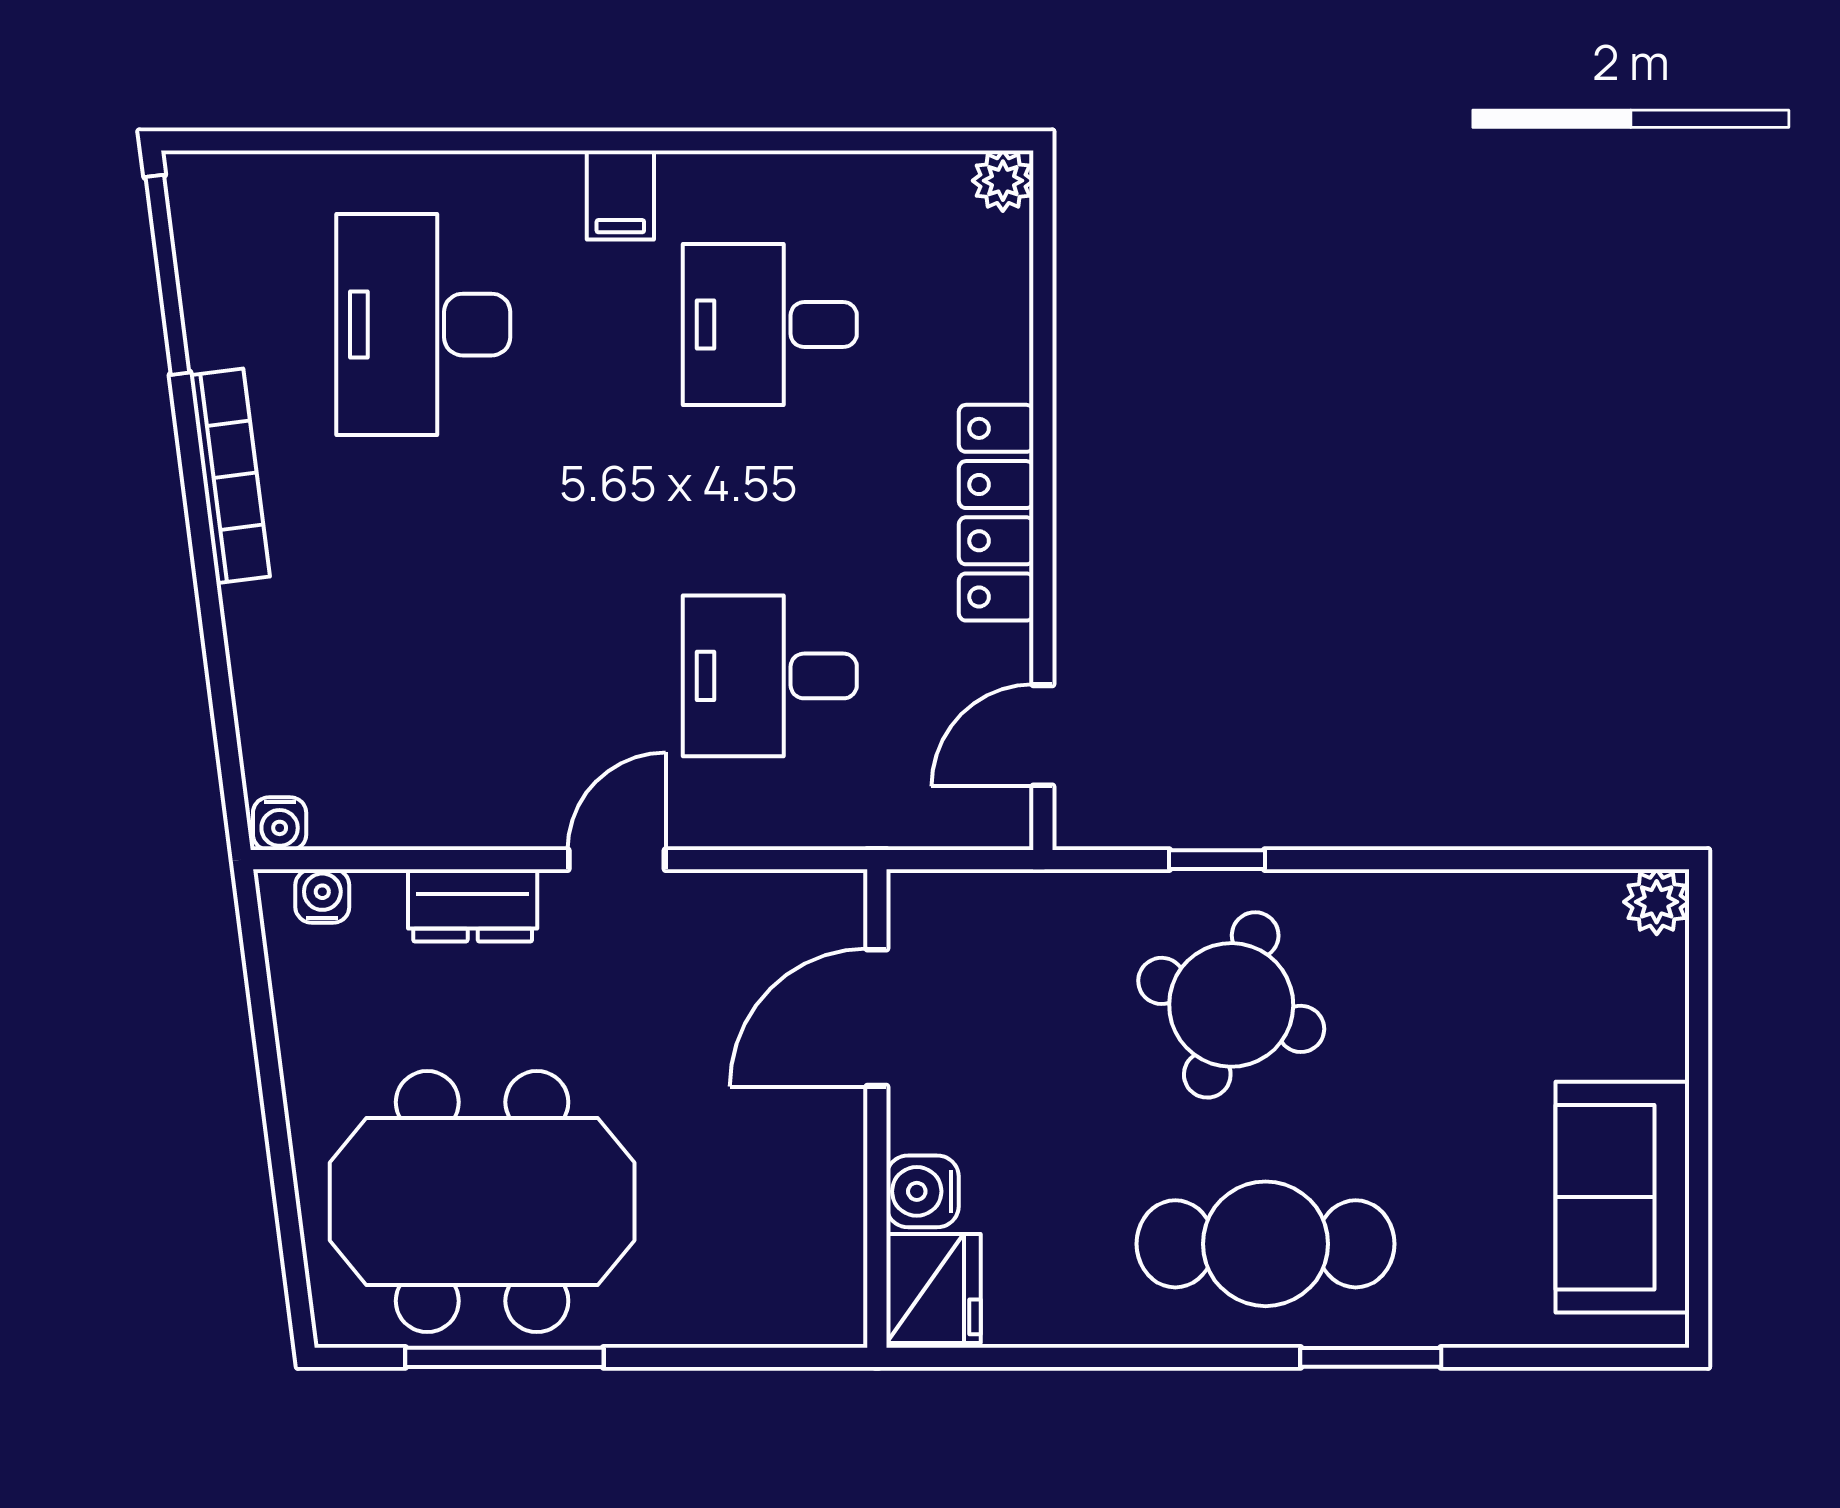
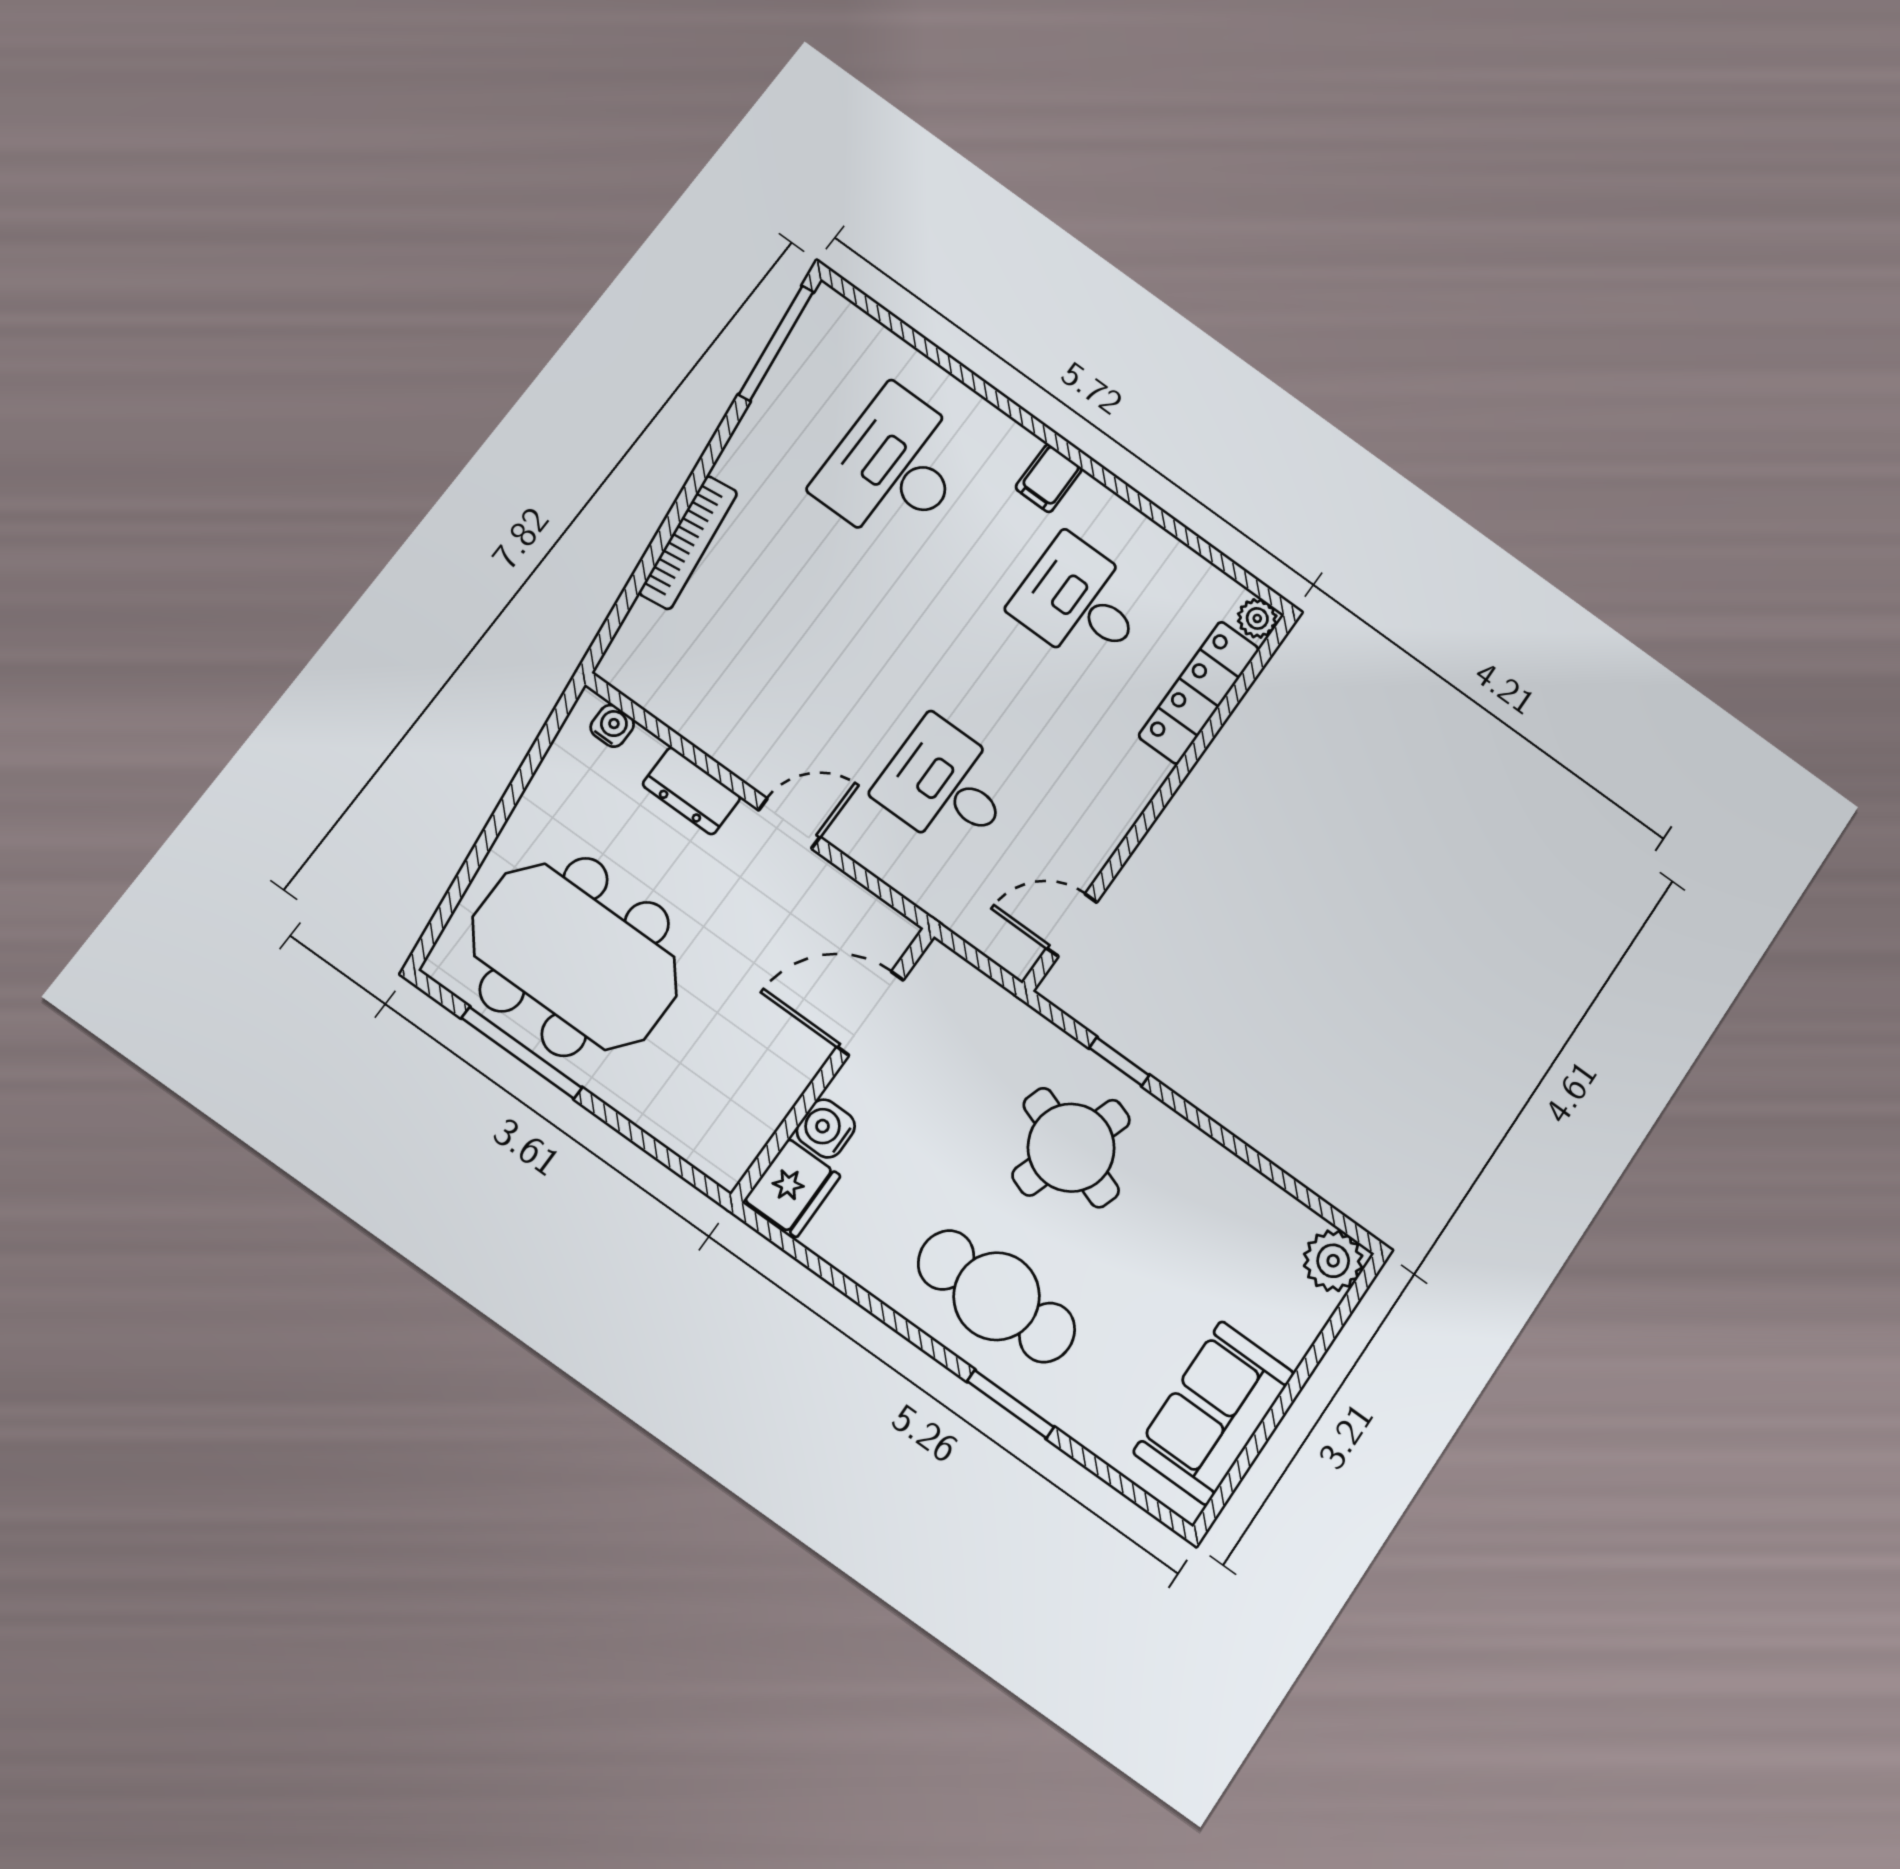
bookcase: (230, 476) -> (688, 542), moved
locker: (996, 513) -> (1199, 693), moved
water cooler: (280, 824) -> (618, 670), removed
plant: (1657, 902) -> (1333, 1261), width x1.38, depth x1.38

